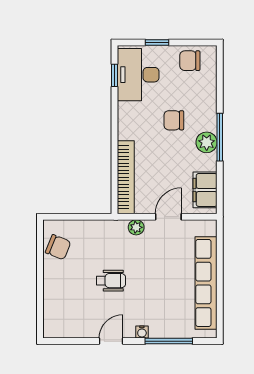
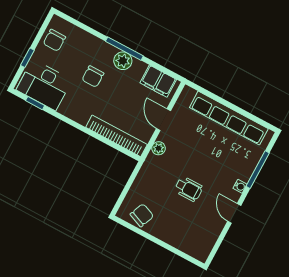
wheelchair: (111, 281) -> (189, 189), turned 90

